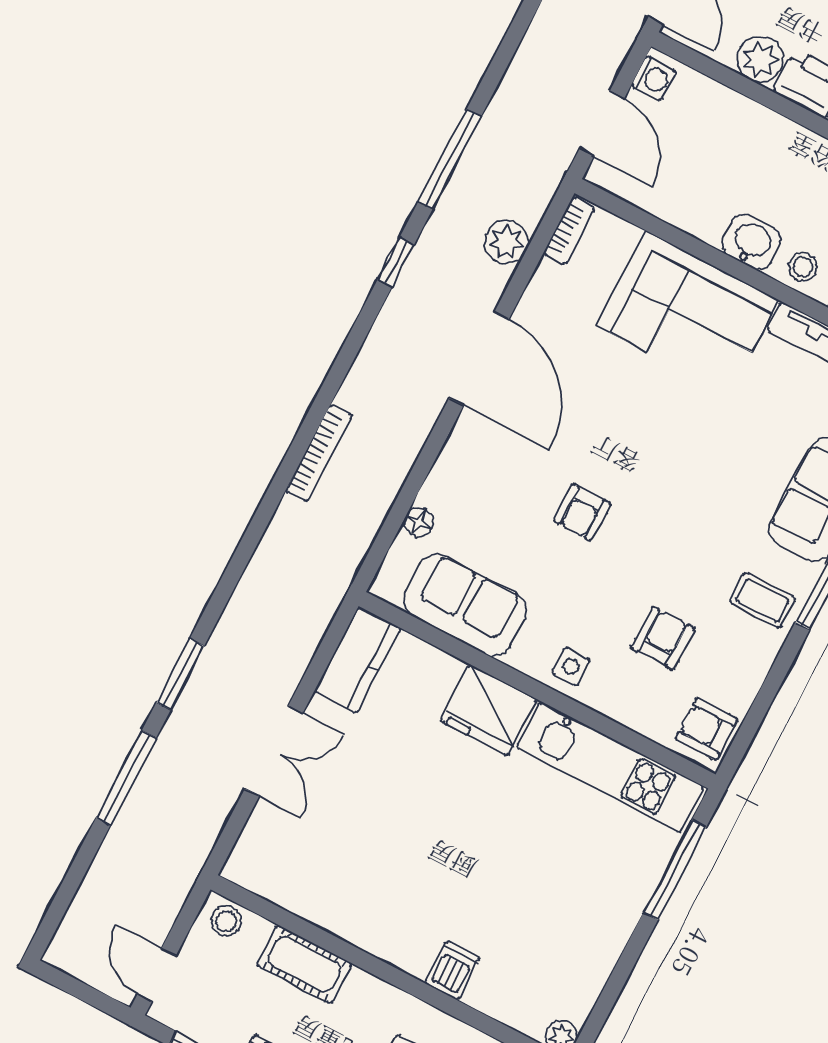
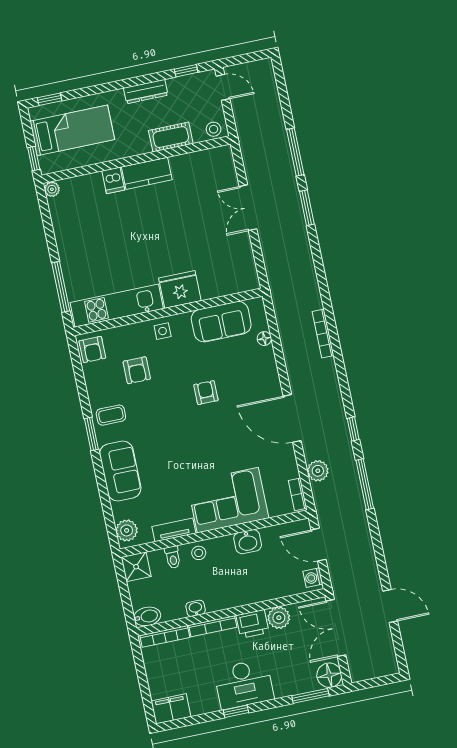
washbasin: (751, 242) -> (248, 542), moved
kitchen counter: (358, 660) -> (147, 173), moved, turned -90
armchair: (706, 729) -> (92, 349), turned 90

